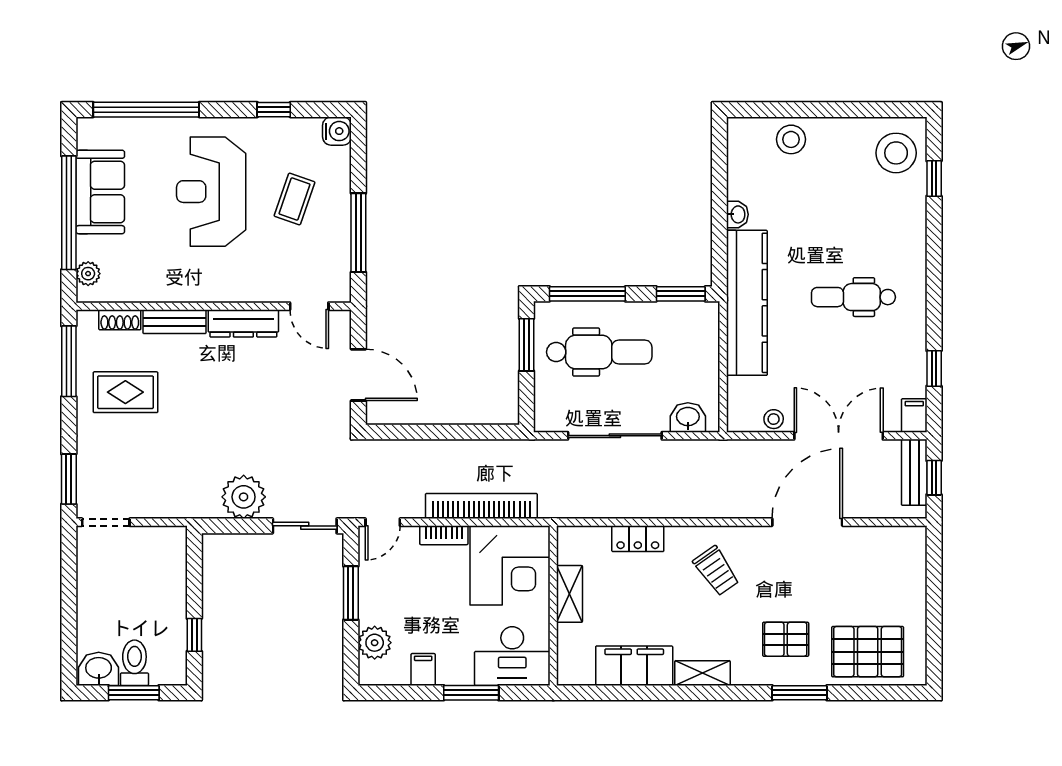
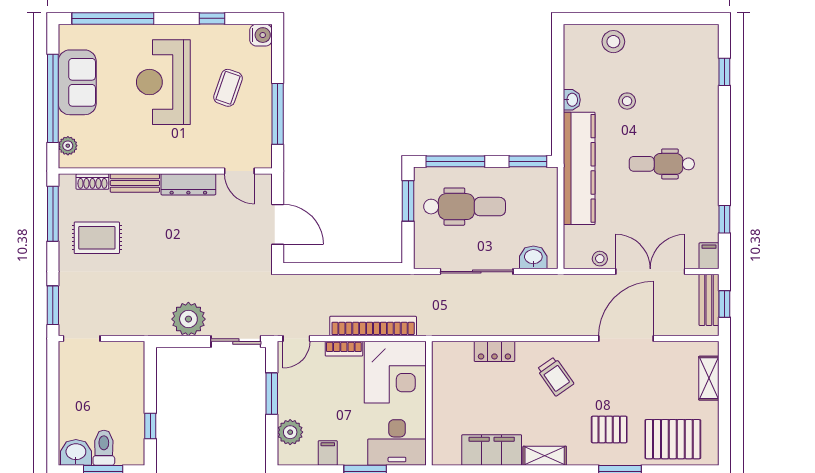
stool: (896, 153) -> (627, 101), moved, width x0.53, depth x0.53
shelving: (569, 594) -> (709, 378), moved

